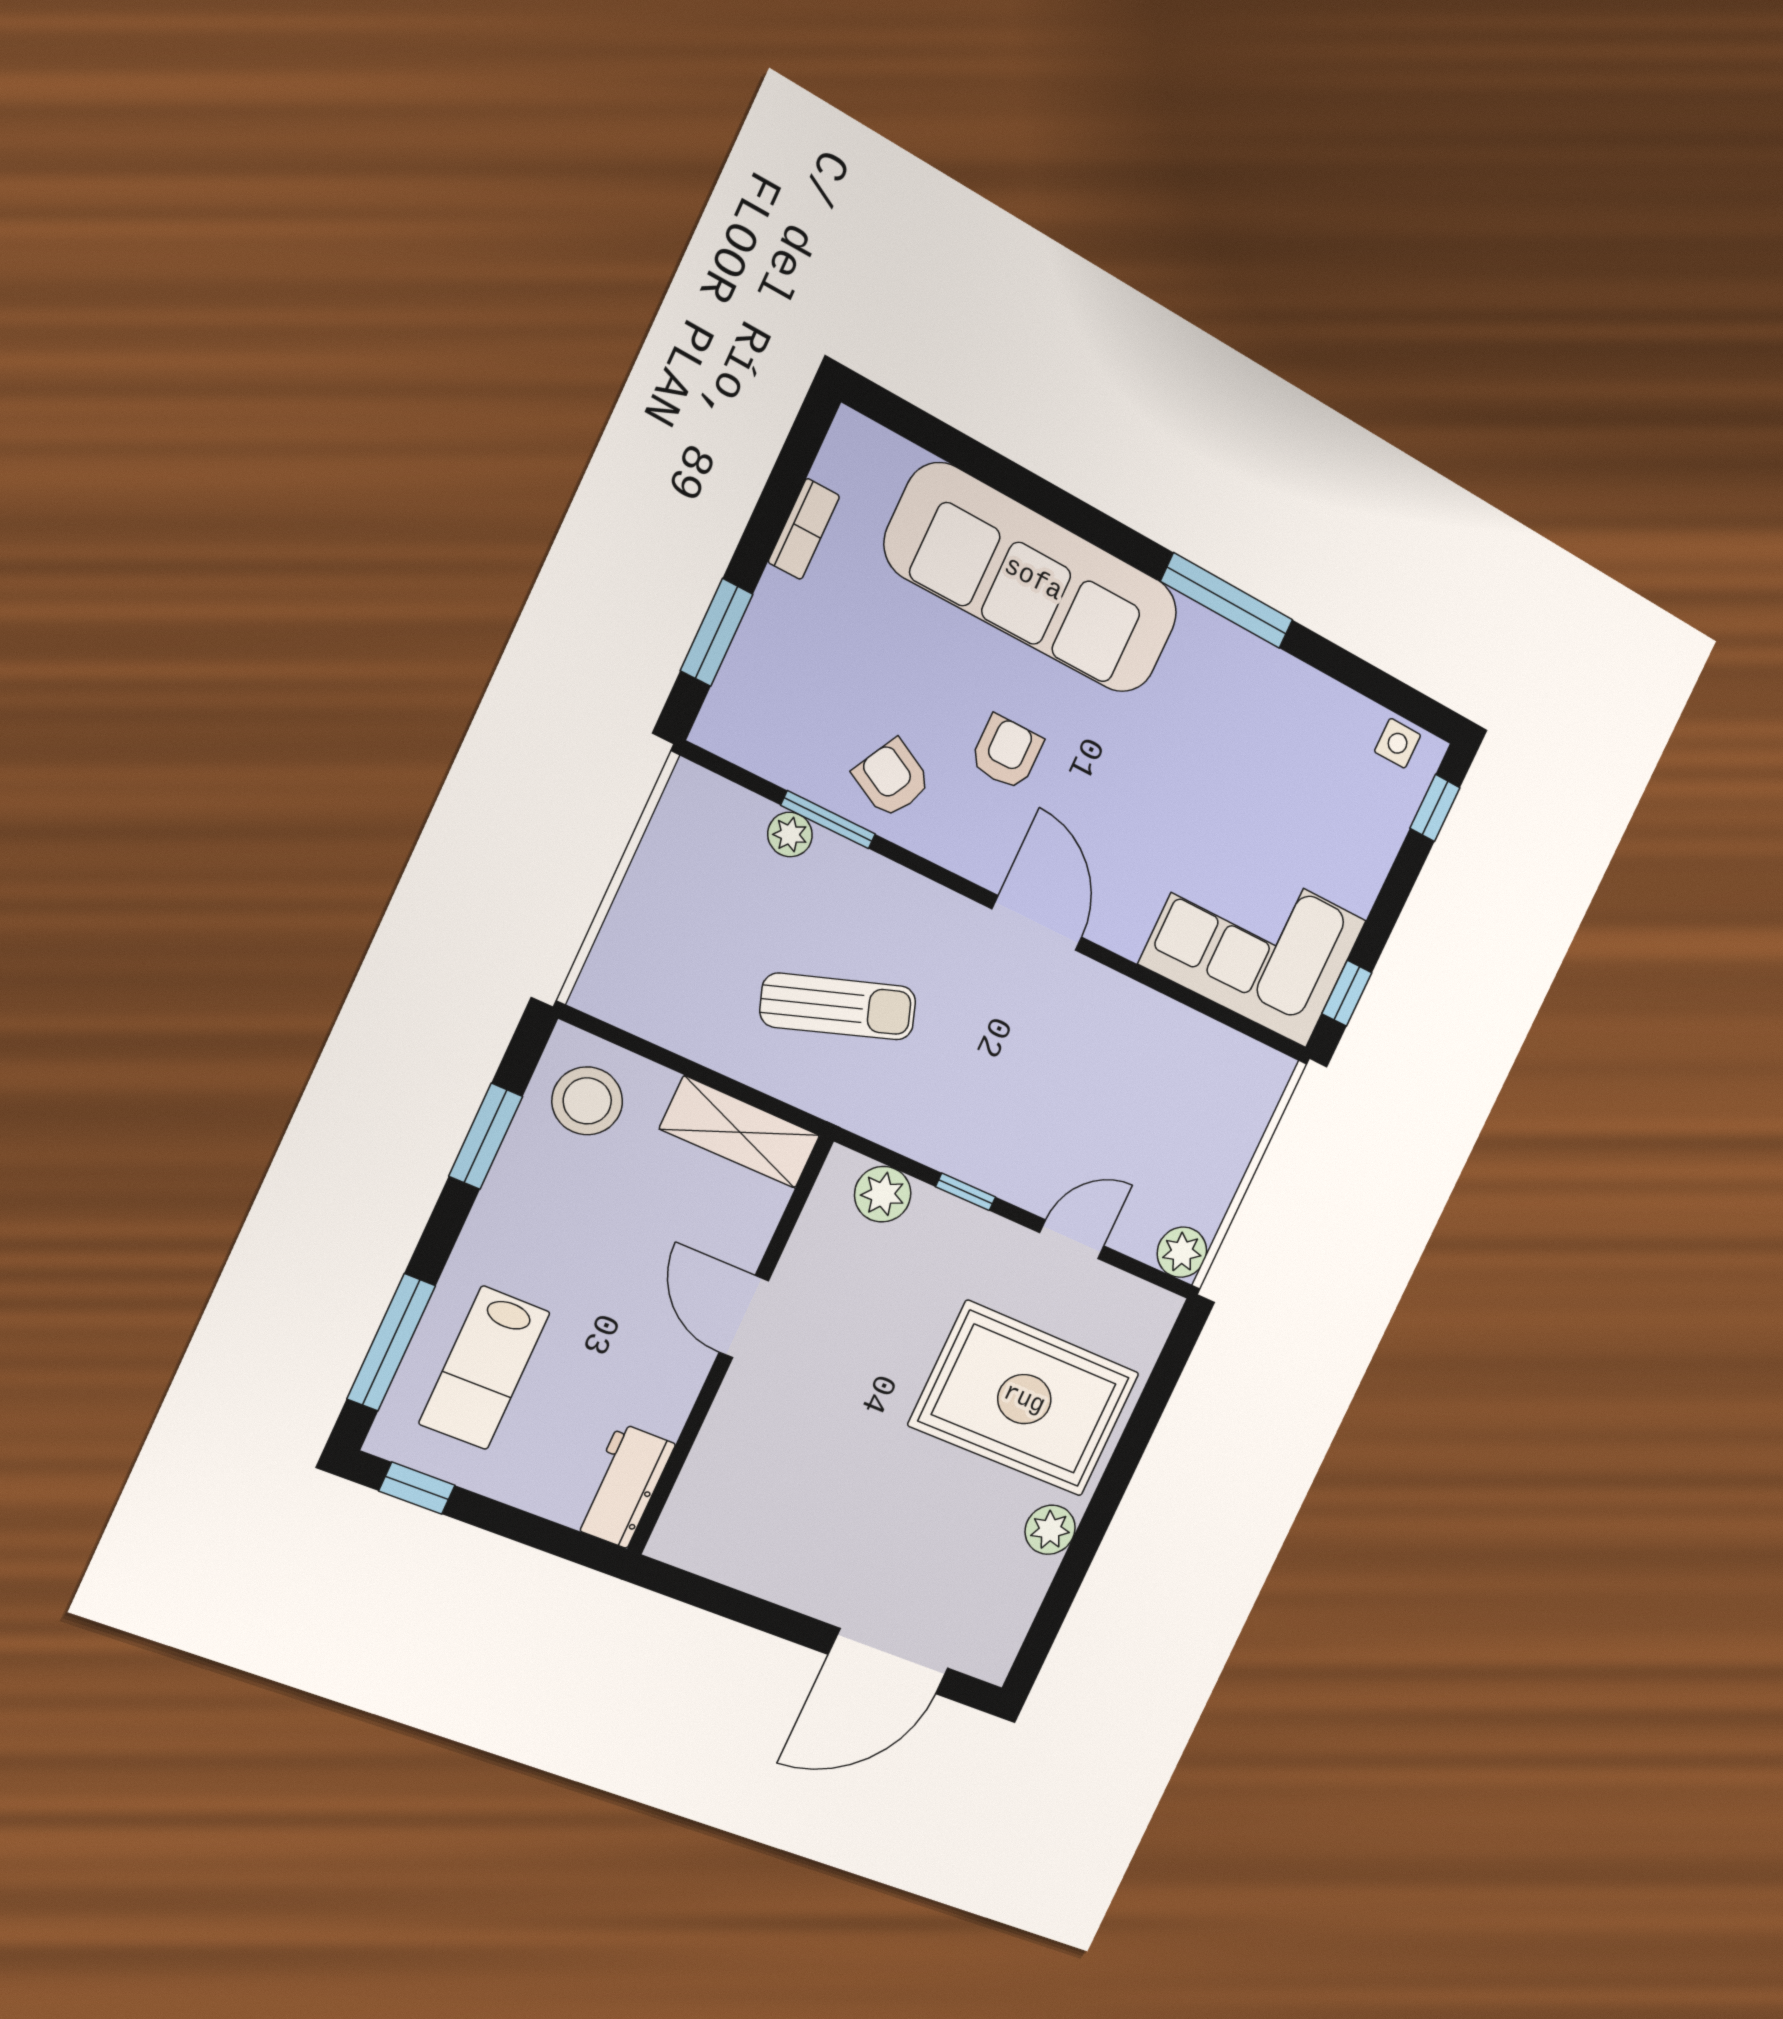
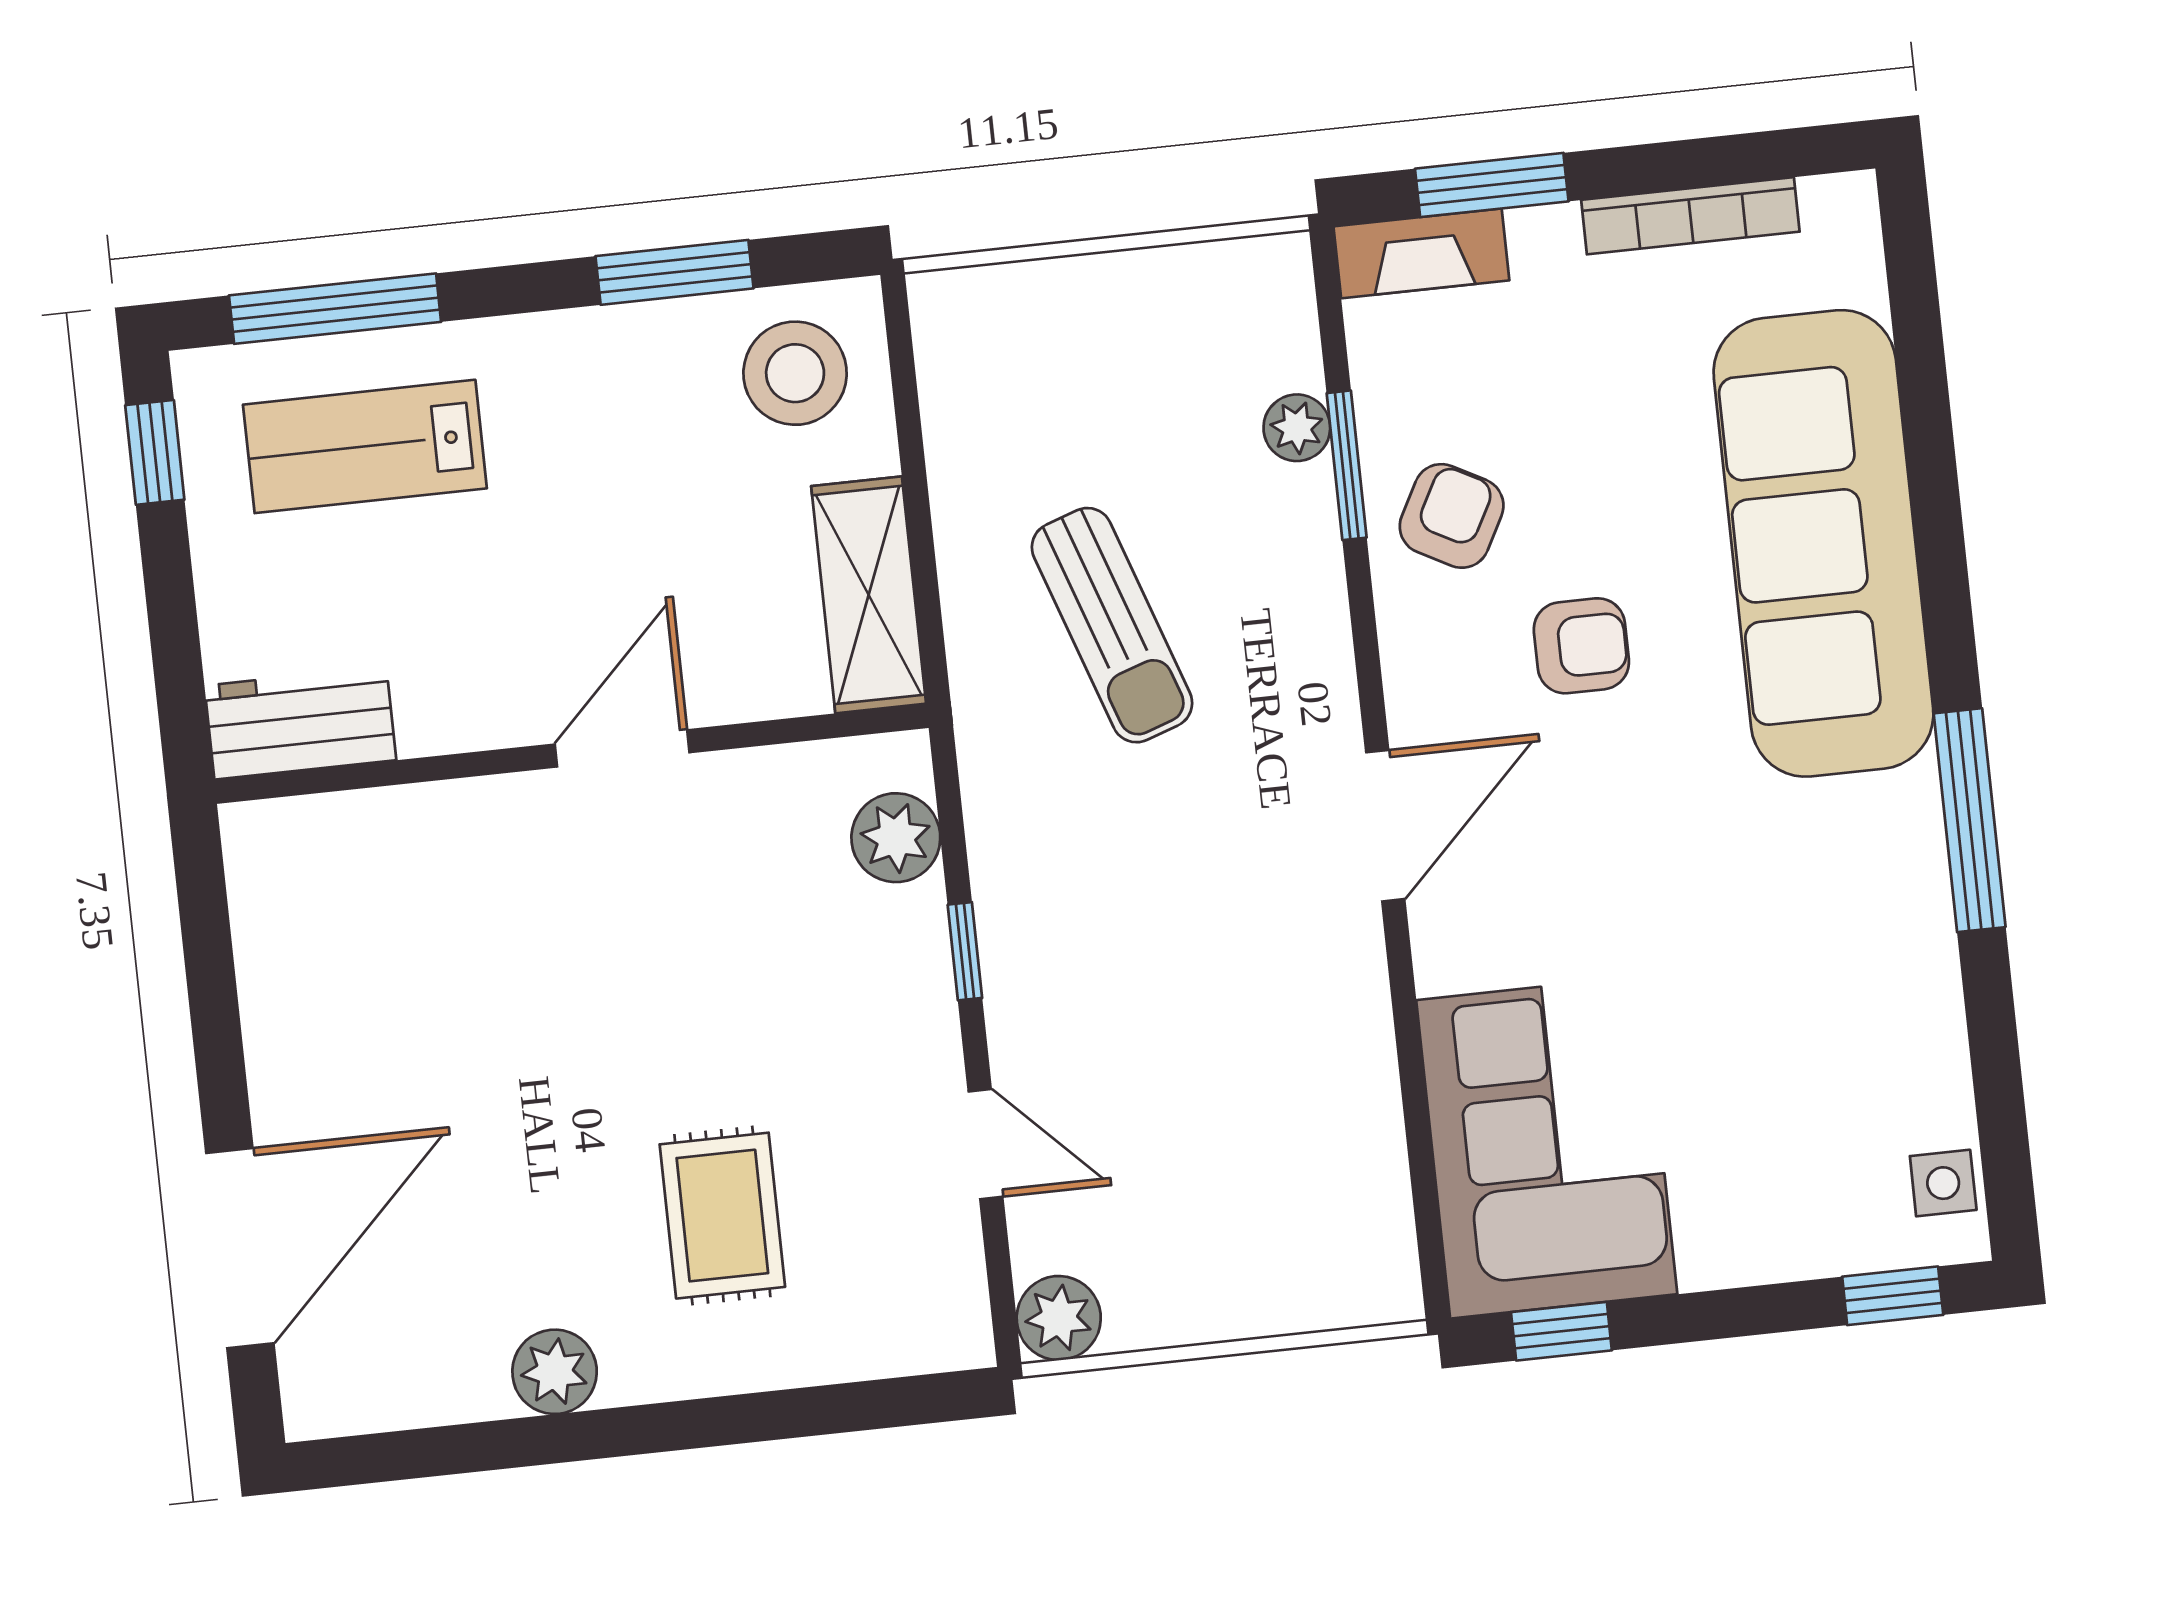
bookcase: (804, 529) -> (1690, 216), width x1.56
fireplace: (732, 699) -> (1421, 253), added
rug: (1024, 1399) -> (722, 1216), width x0.54, depth x0.49
door: (888, 1661) -> (240, 1248), swing flipped

